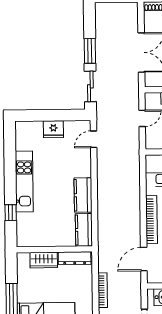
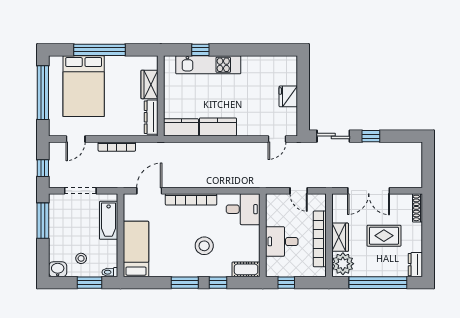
window: (90, 51) -> (371, 136), width x0.67
door: (94, 139) -> (277, 139), swing flipped
kitchen unit: (24, 182) -> (208, 65), moved
door: (144, 259) -> (149, 191), hinge flipped

